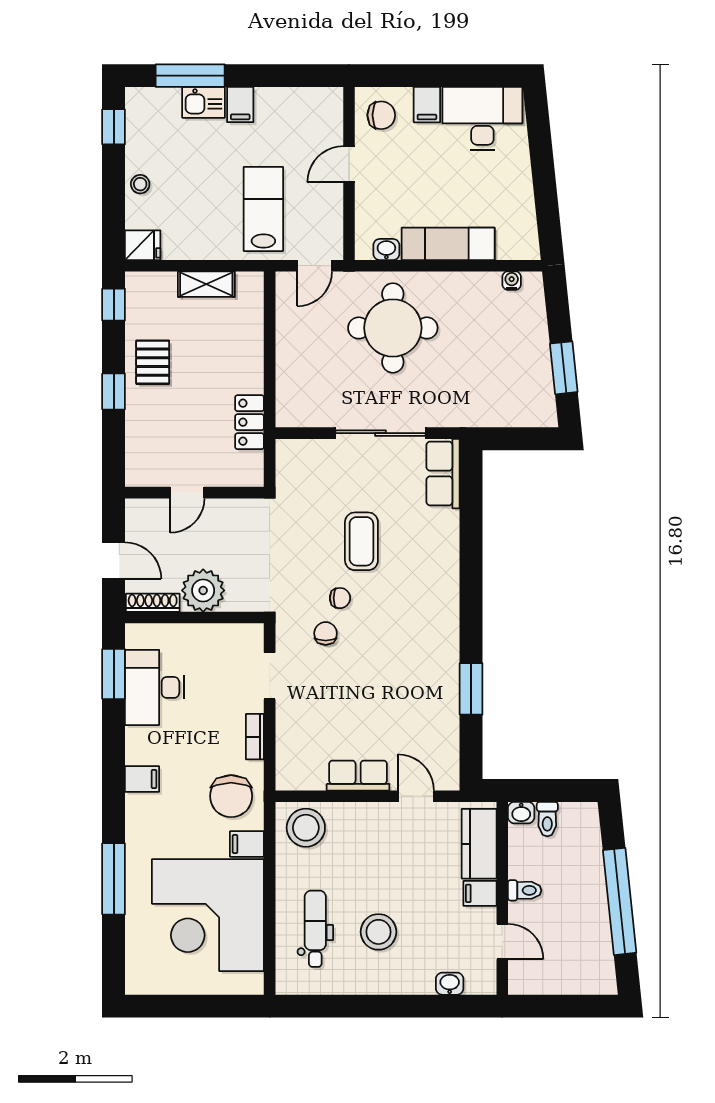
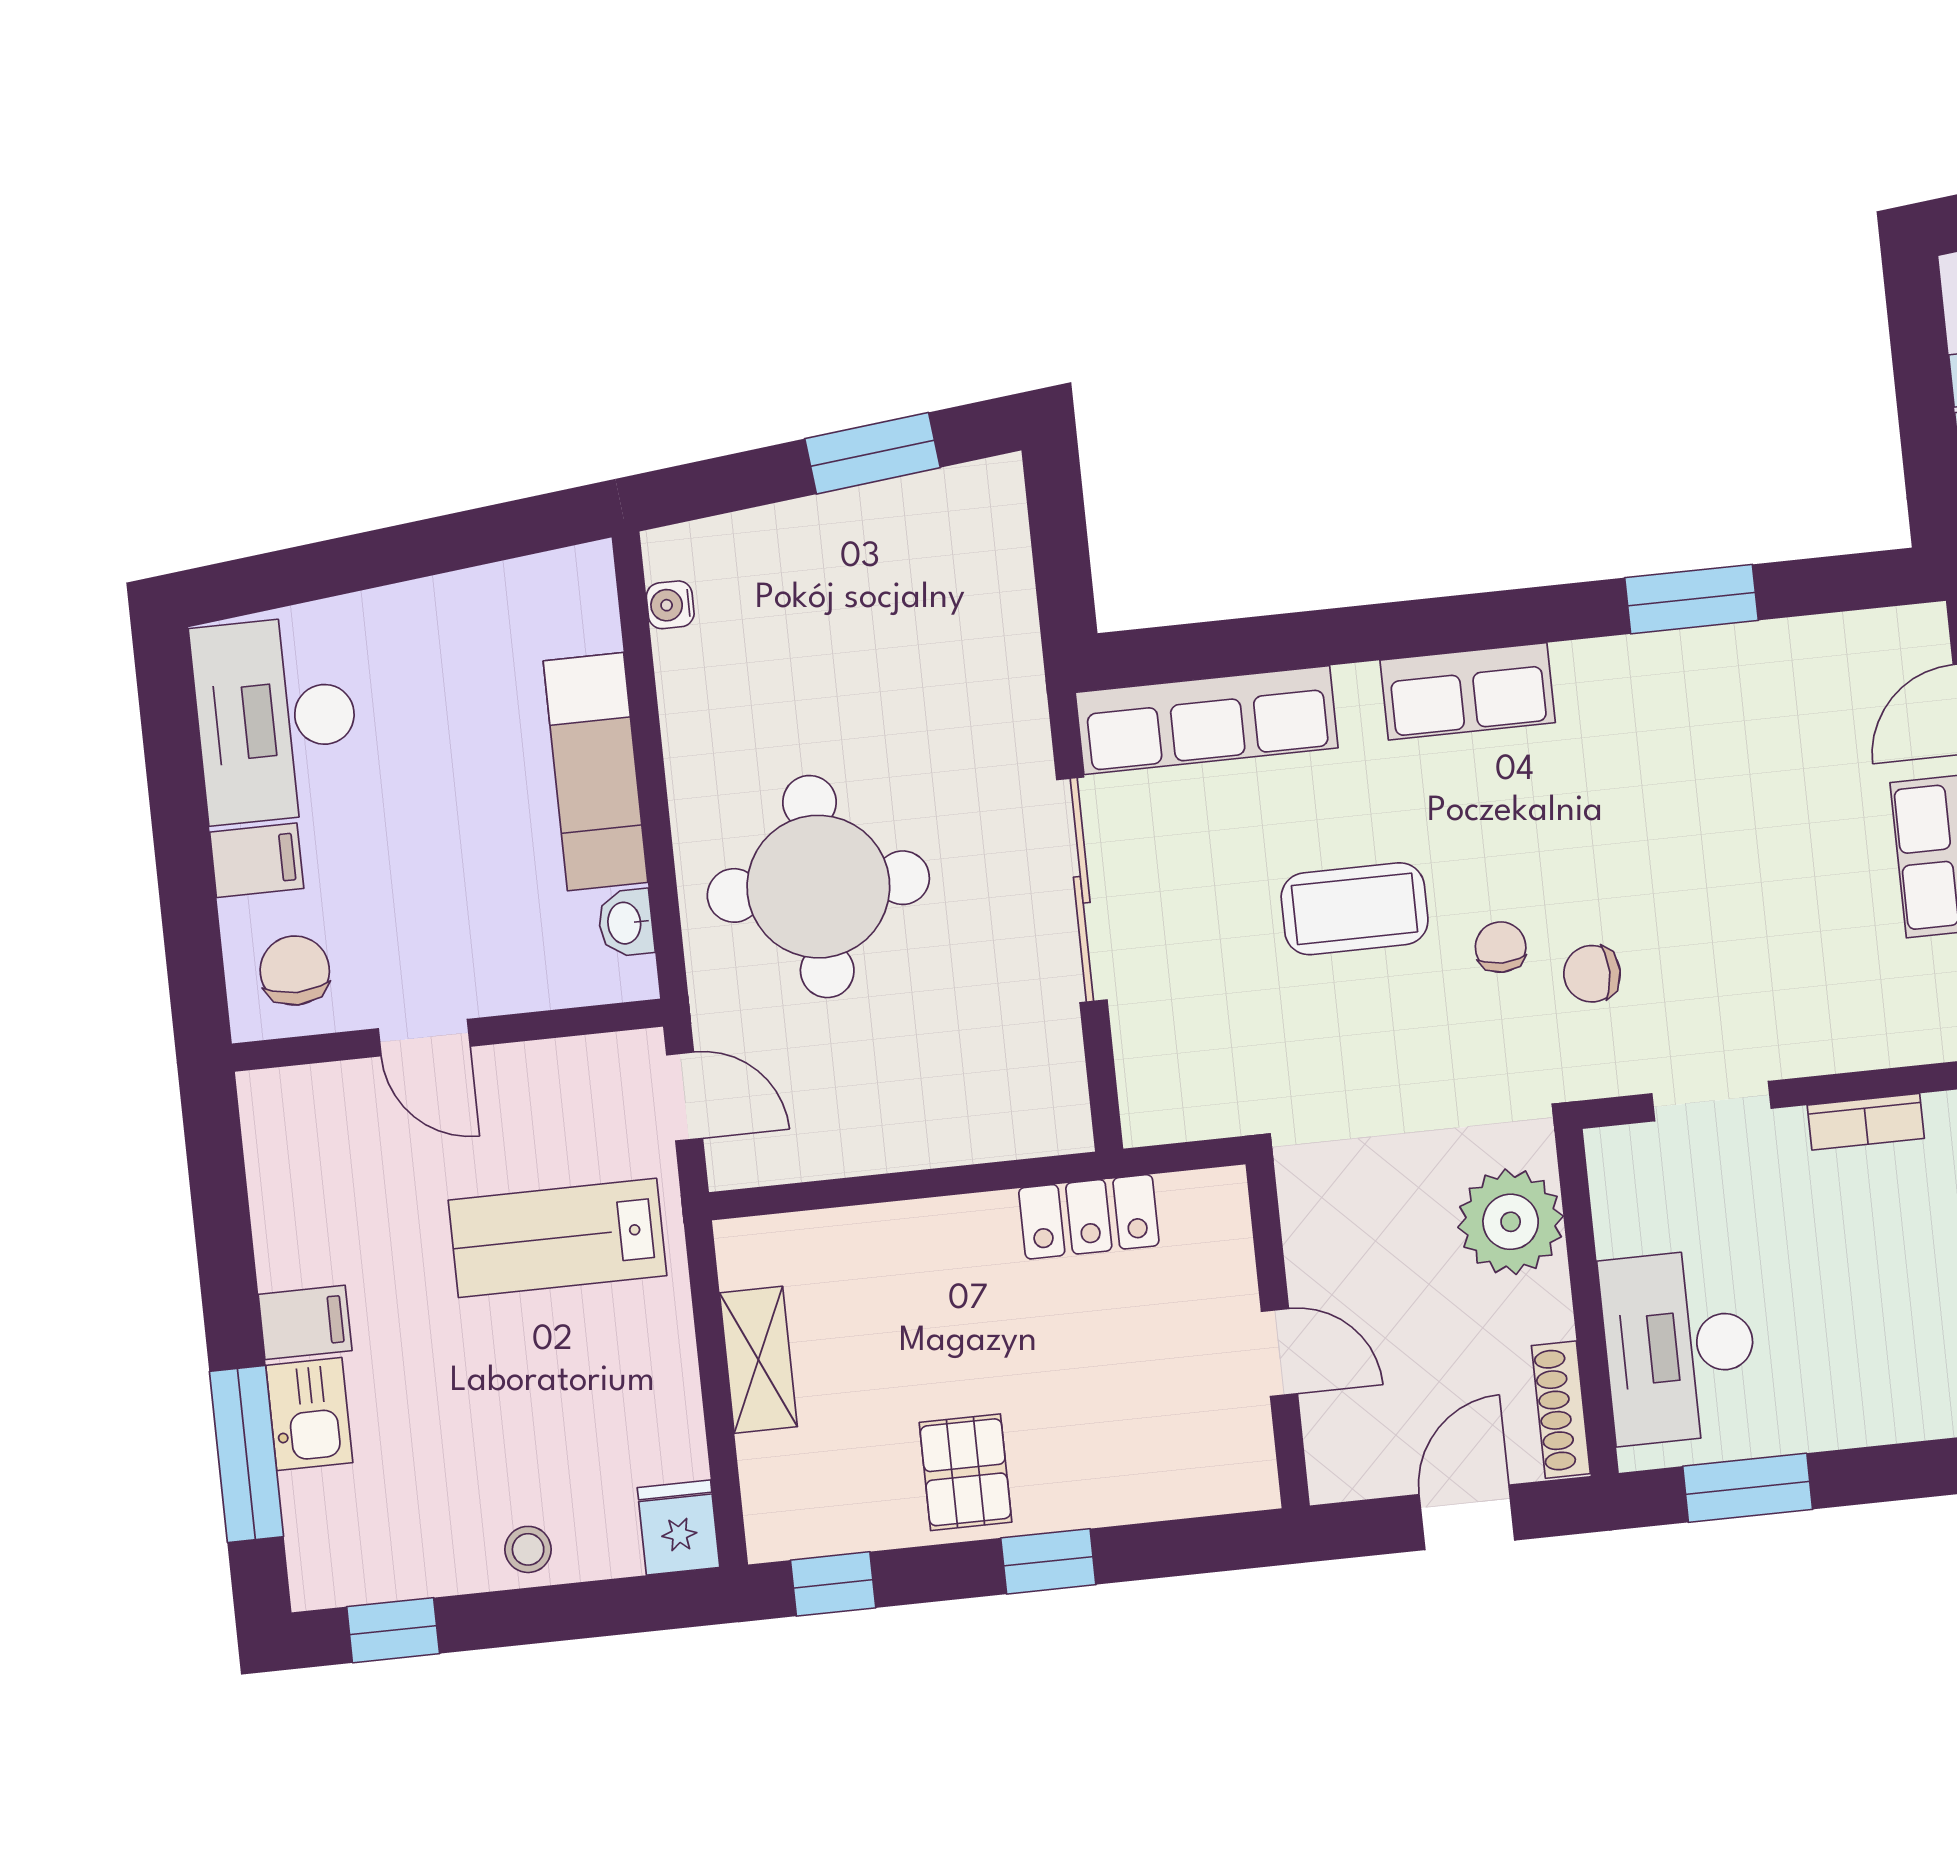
pallet: (153, 362) -> (966, 1472), turned 90
row of seats: (443, 474) -> (1207, 720), width x1.48
plant: (203, 590) -> (1511, 1222), moved
row of seats: (444, 596) -> (1468, 691), added
desk: (154, 687) -> (1679, 1346), moved, turned 90

